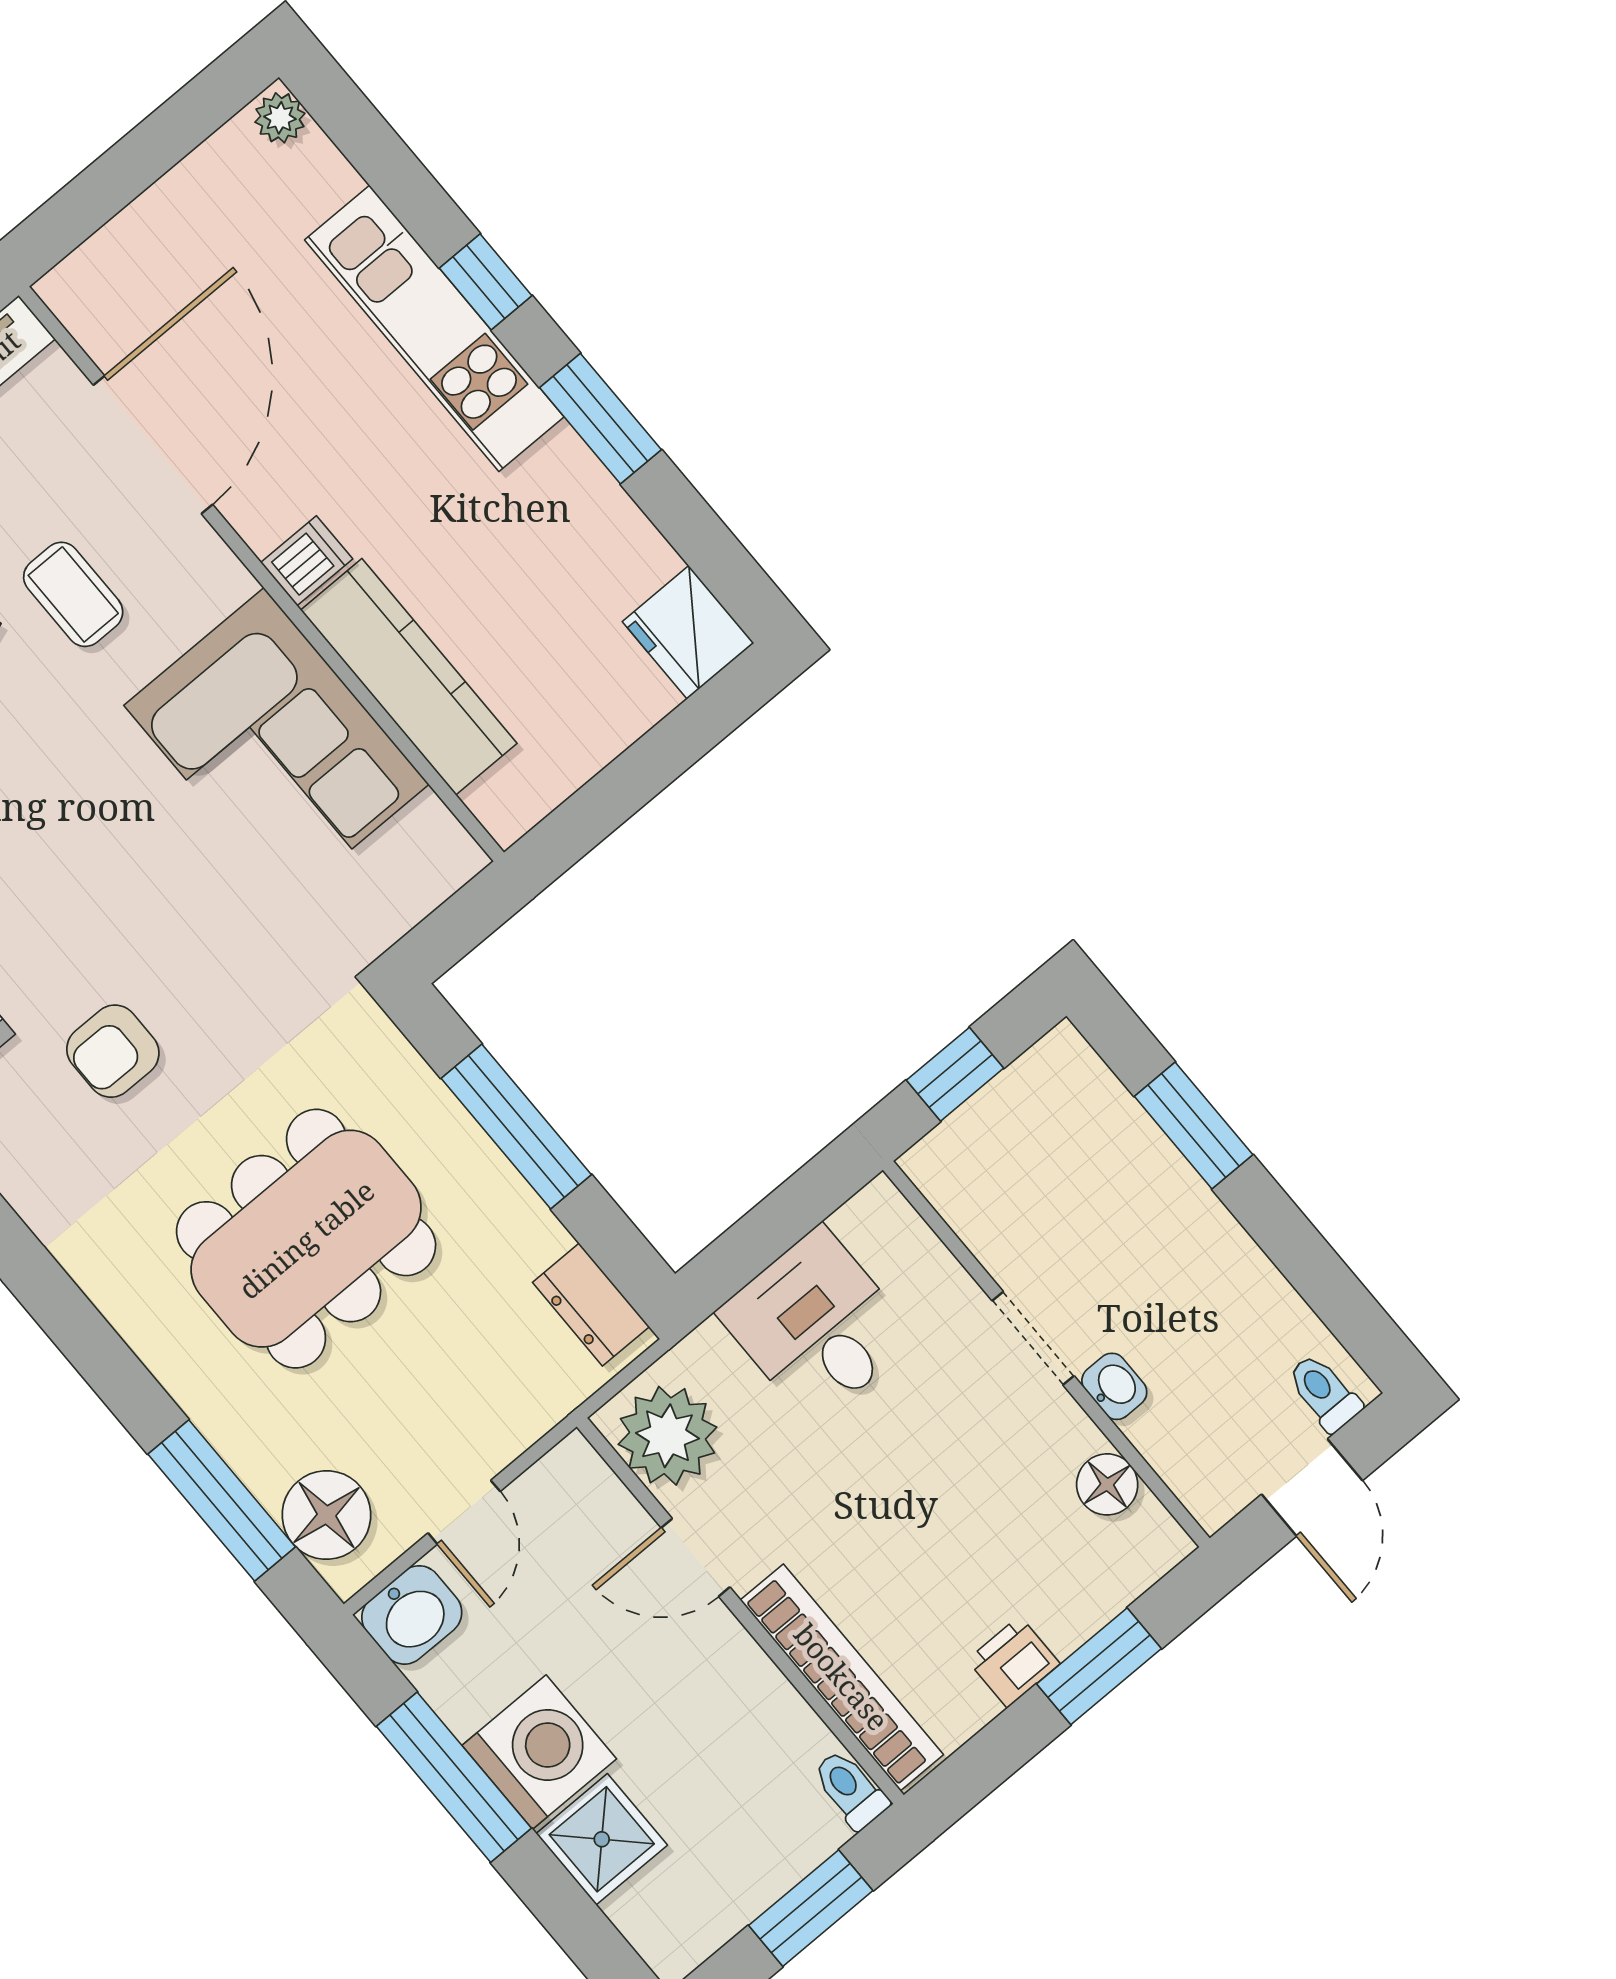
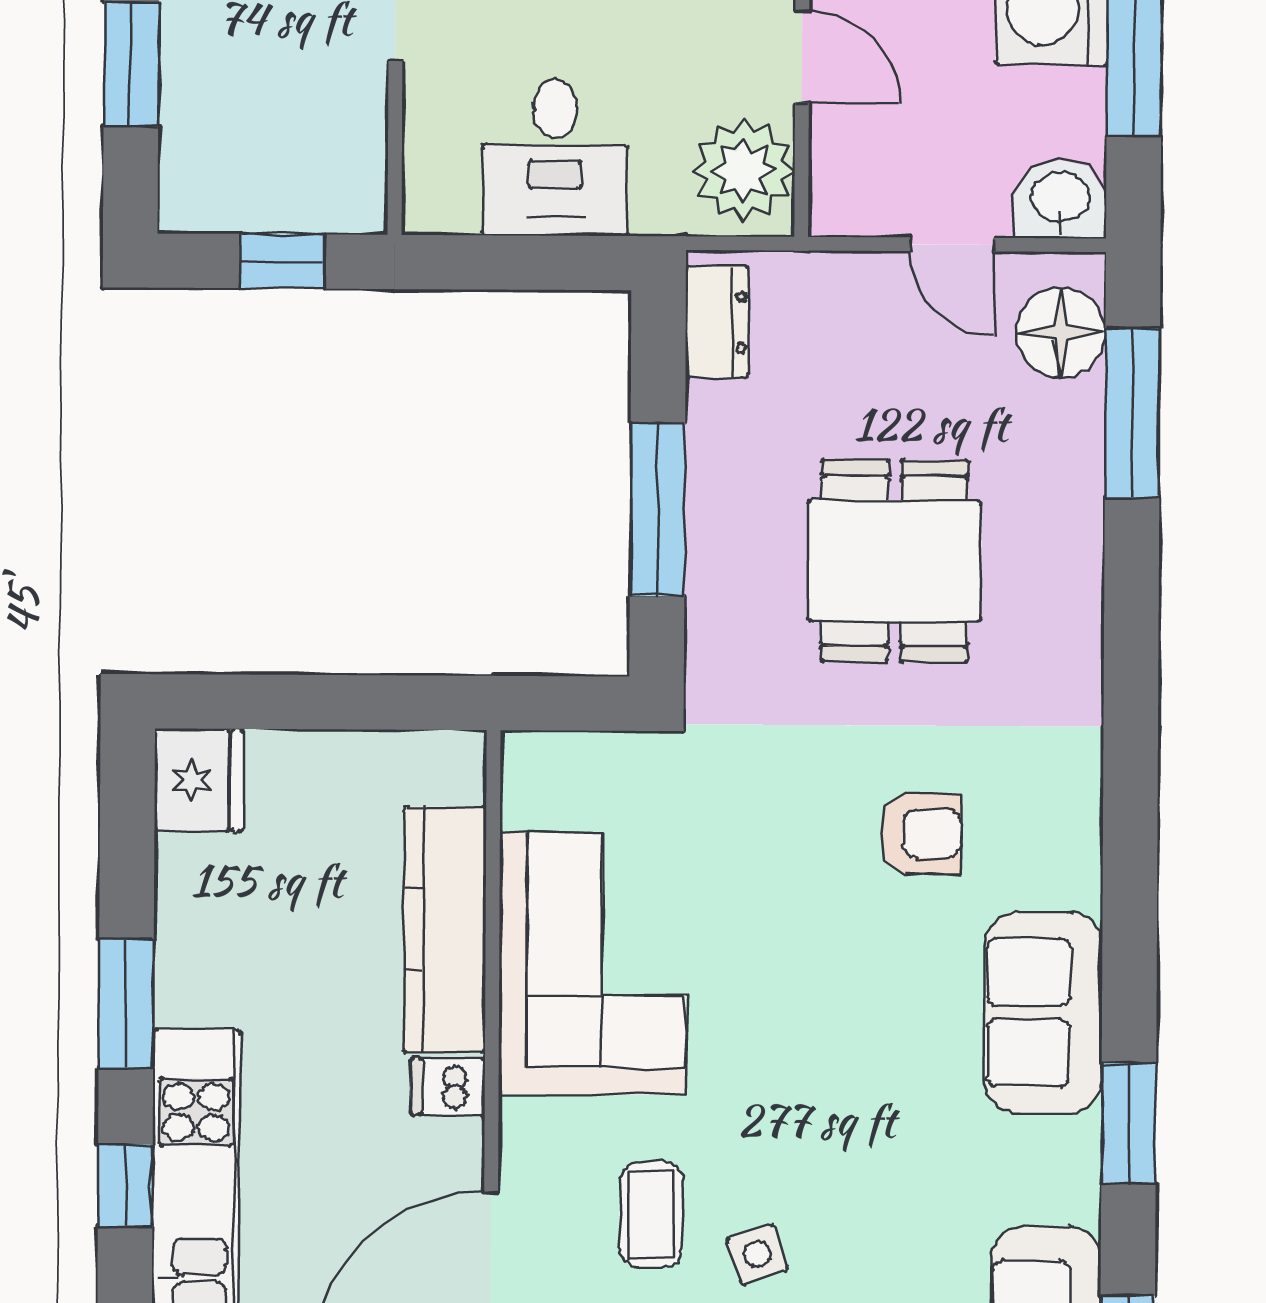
dining table: (306, 1239) -> (895, 561), width x0.73
door: (464, 1512) -> (952, 244), swing flipped

